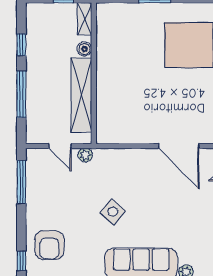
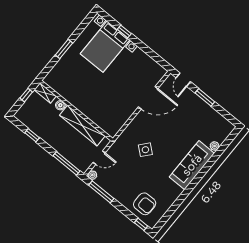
window: (21, 94) -> (67, 163), moved
plant: (85, 155) -> (92, 175), moved
side table: (113, 212) -> (145, 150), moved

